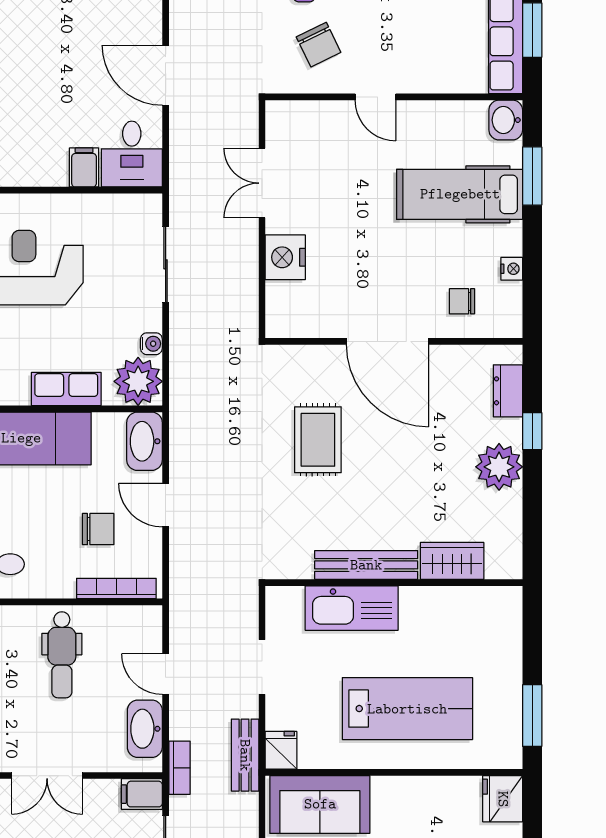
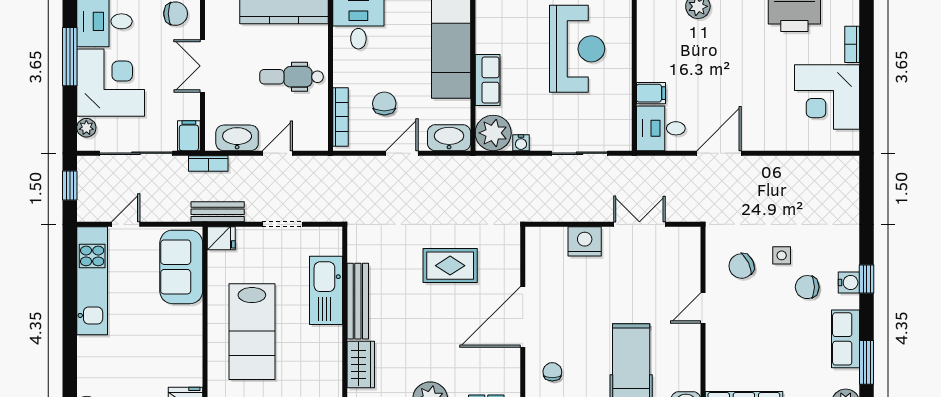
chair: (98, 529) -> (384, 104), turned 180

